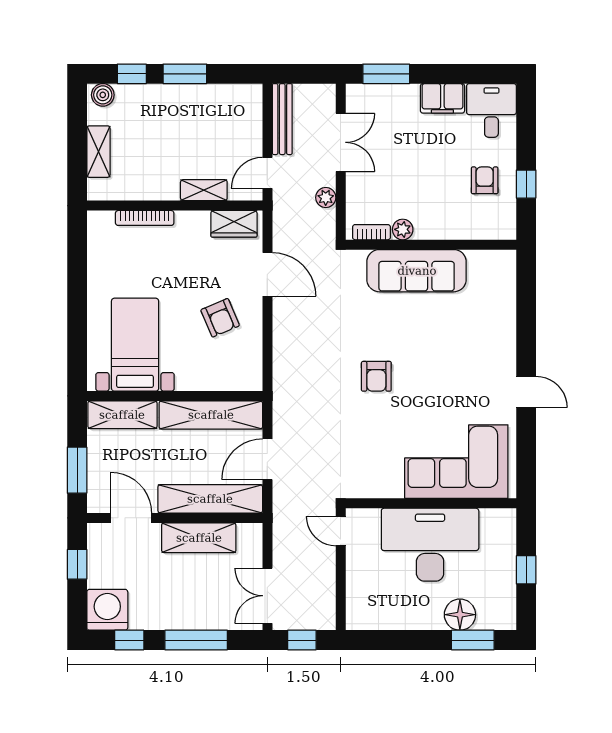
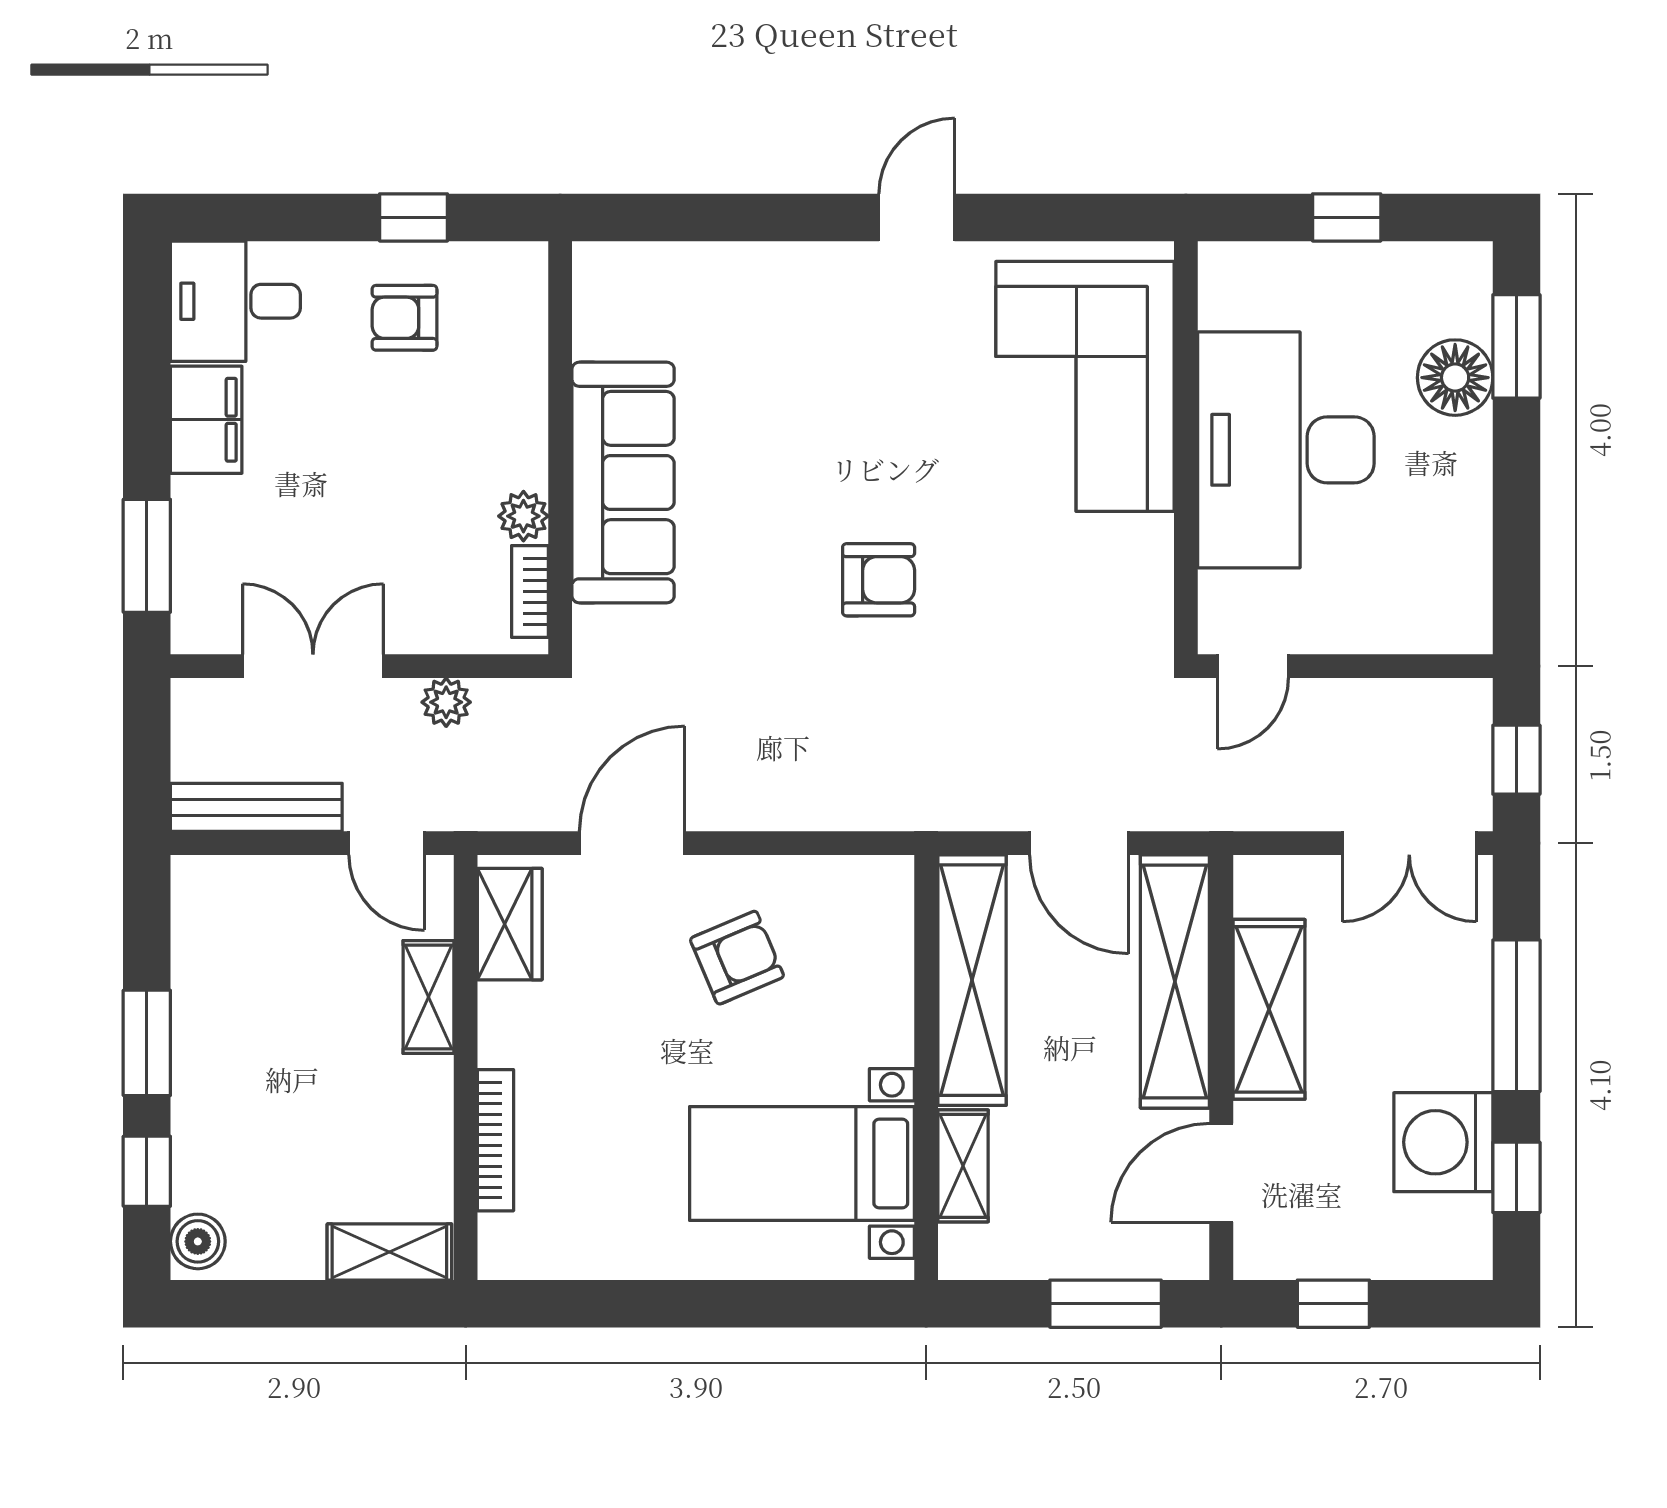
shelving: (98, 152) -> (389, 1252), moved
shelving: (122, 415) -> (963, 1166), width x0.67, depth x0.75
washing machine: (107, 610) -> (1443, 1142), moved

